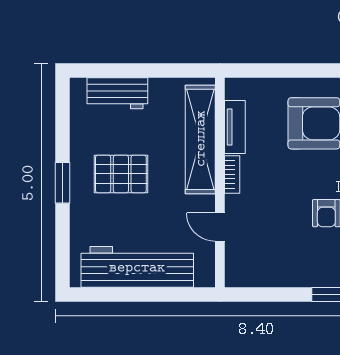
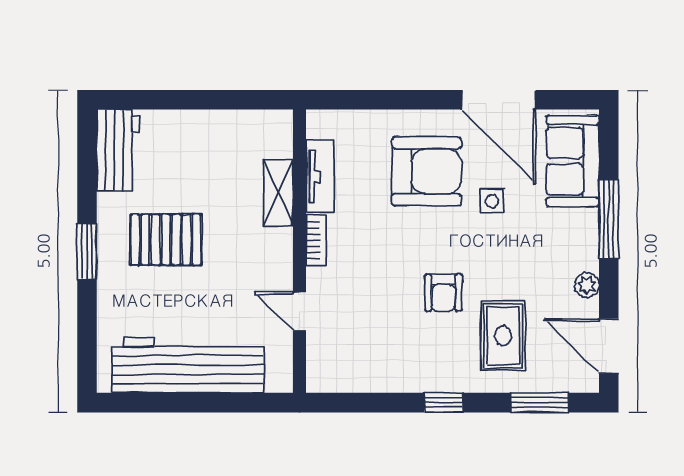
workbench: (117, 93) -> (118, 150), moved, turned -90
shelving: (200, 139) -> (278, 193), width x0.45, depth x0.75

